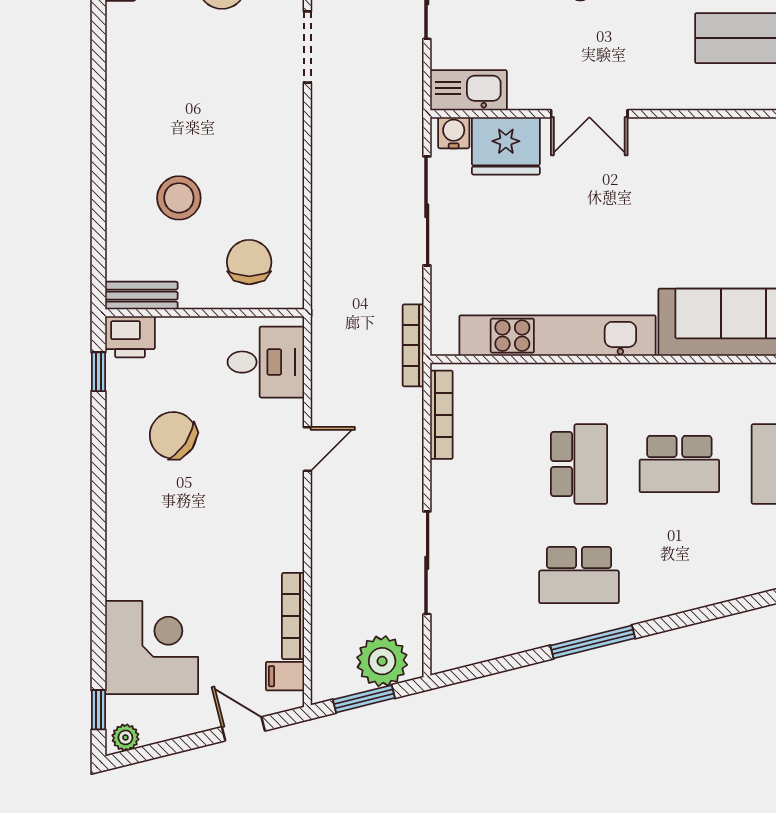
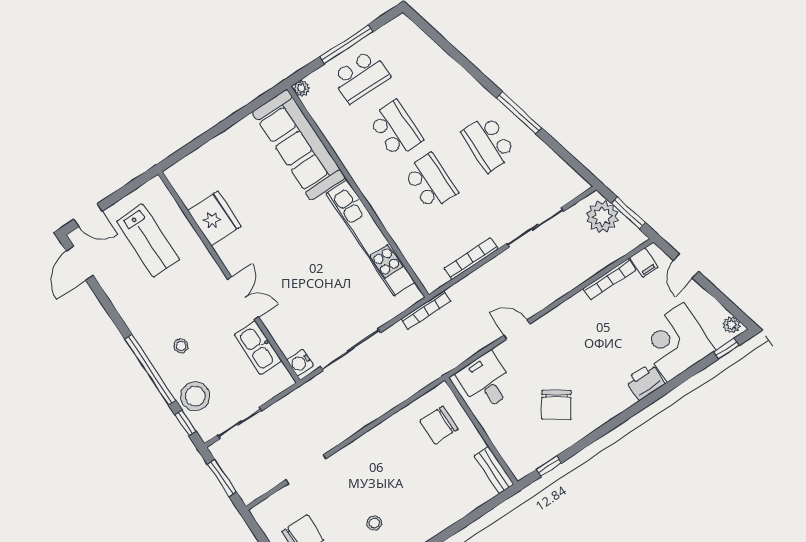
kitchen sink: (468, 90) -> (258, 348), moved
fridge: (506, 146) -> (214, 218), moved
stool: (179, 198) -> (374, 523), moved, width x0.53, depth x0.53
printer: (130, 337) -> (645, 382), moved, turned -90
bookcase: (441, 415) -> (471, 259), moved
school desk: (579, 464) -> (430, 182), turned 90
school desk: (579, 575) -> (489, 143), turned 180

